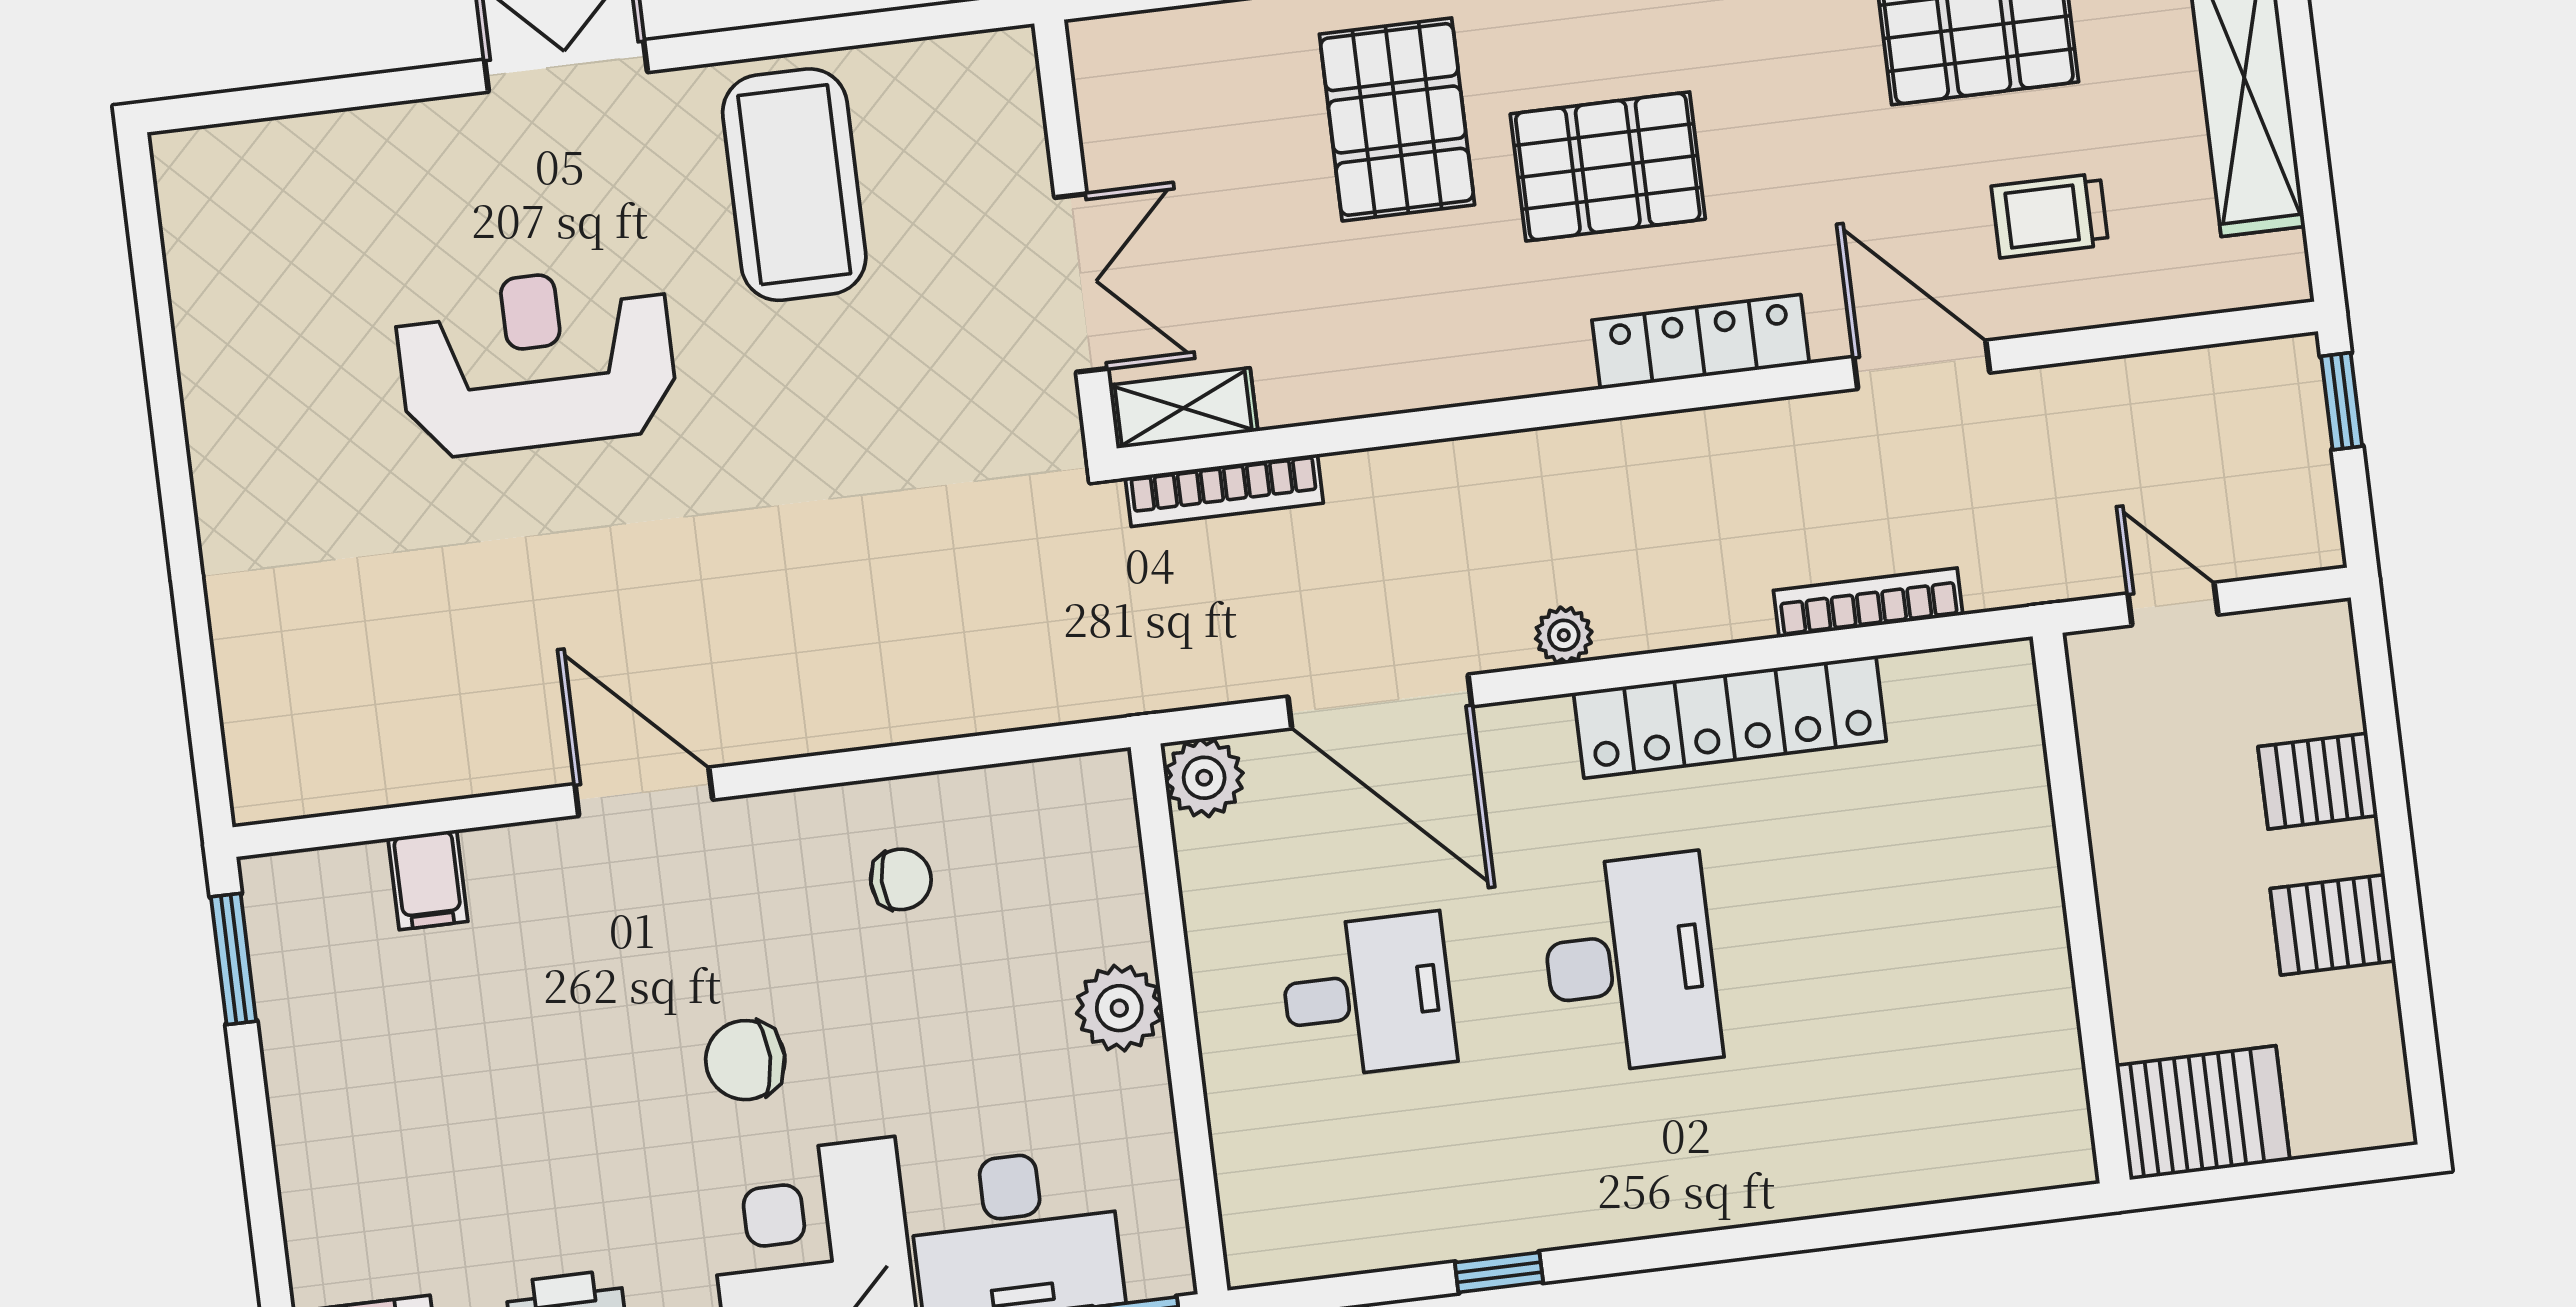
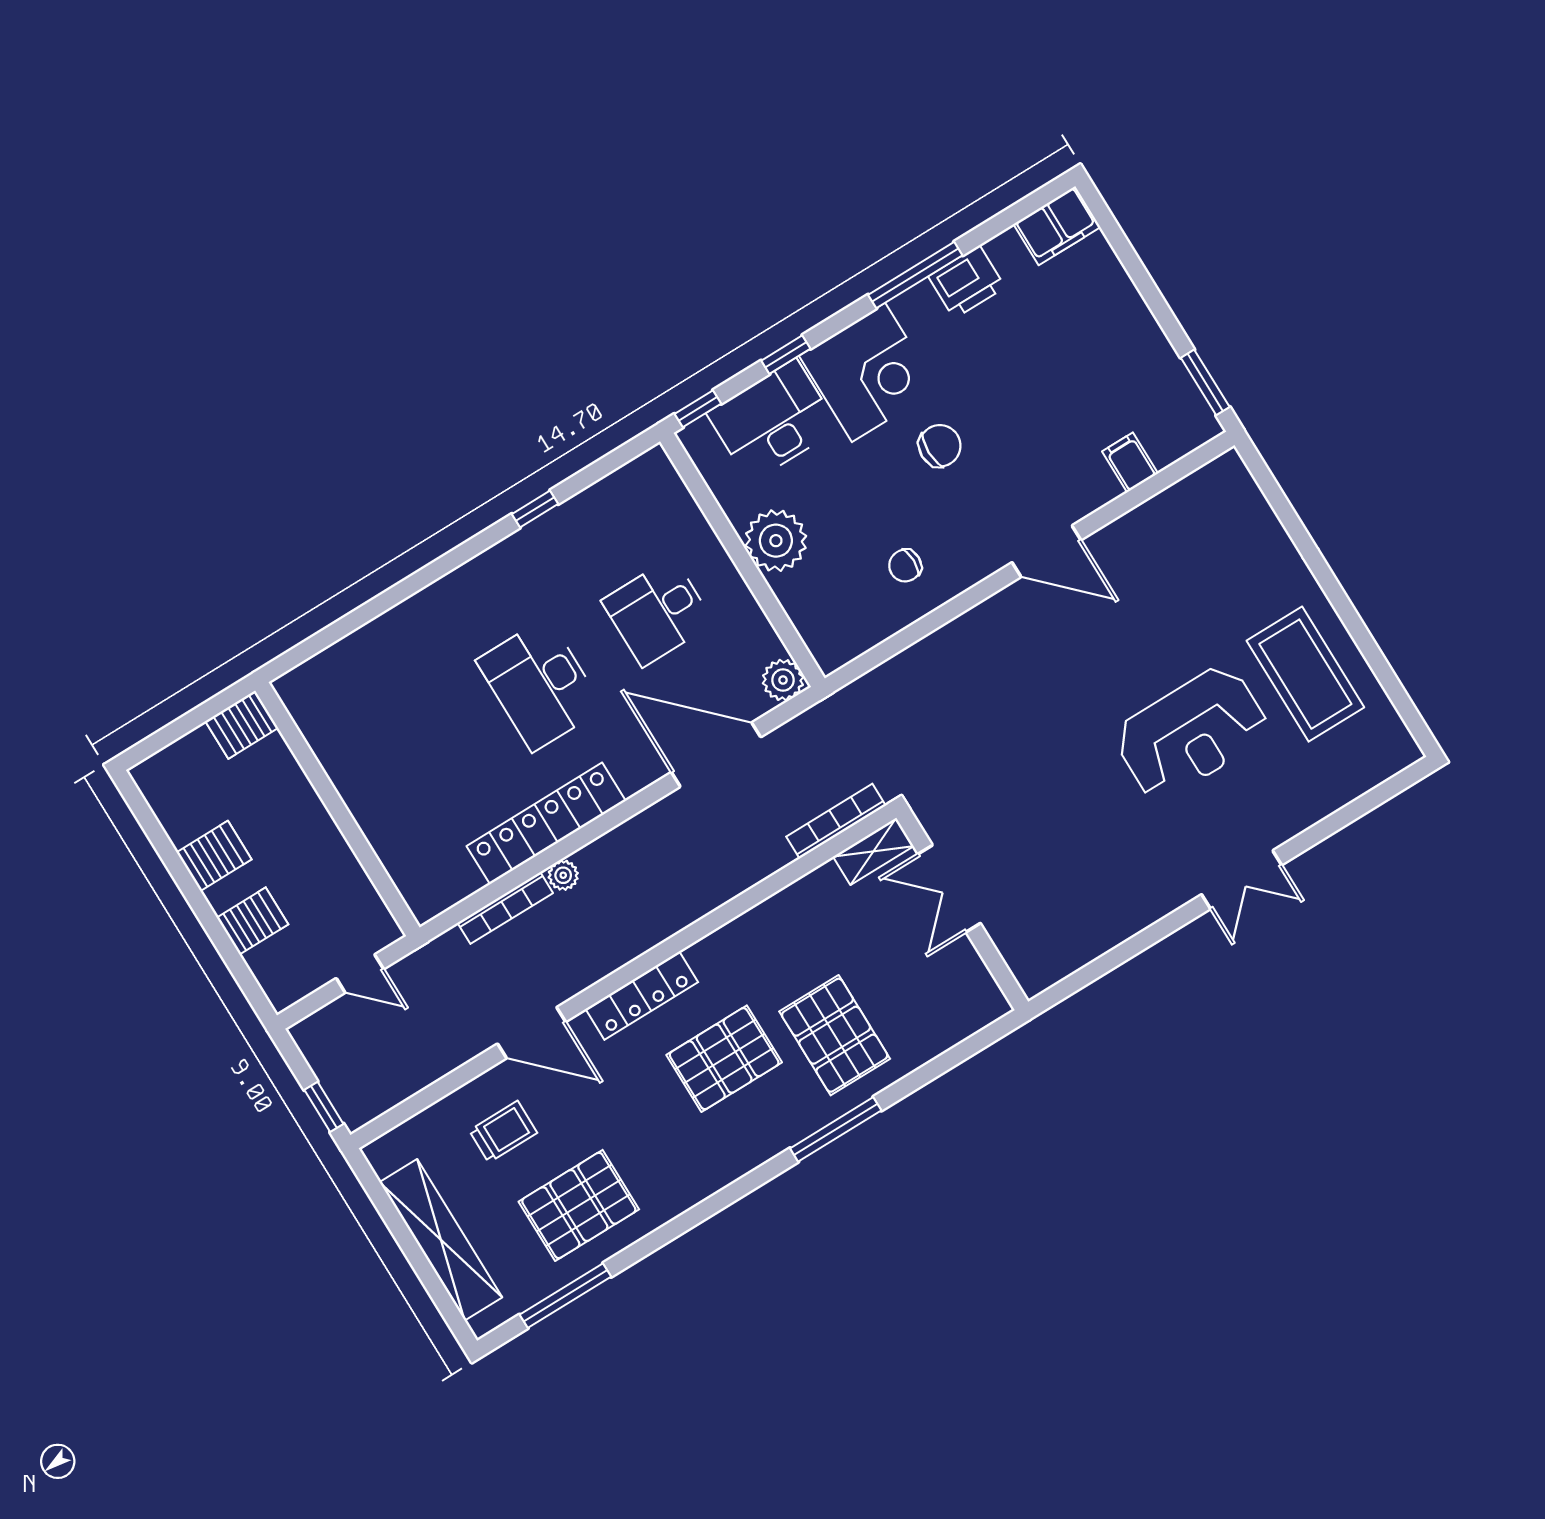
coffee table: (794, 185) -> (1305, 674), moved
plant: (1564, 635) -> (563, 875), moved
plant: (1119, 1008) -> (776, 541), width x1.36, depth x1.36
server rack: (2203, 1113) -> (242, 725), width x0.73, depth x0.70

